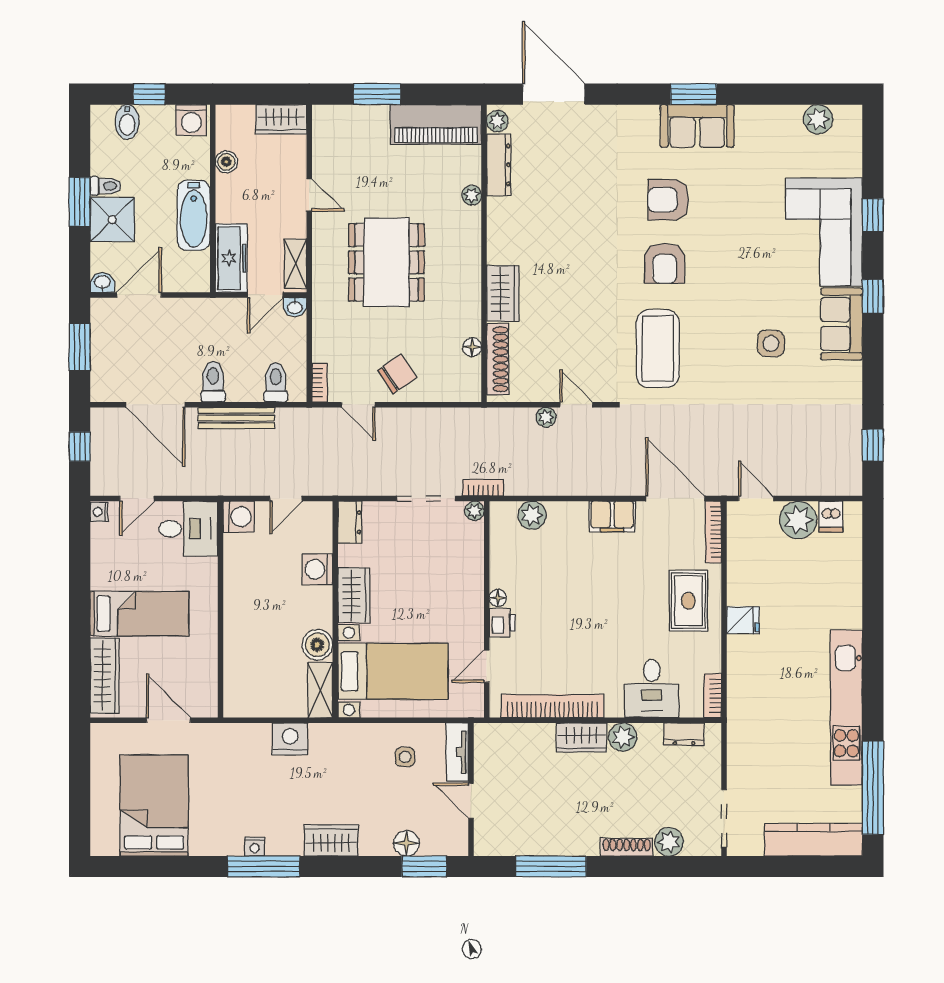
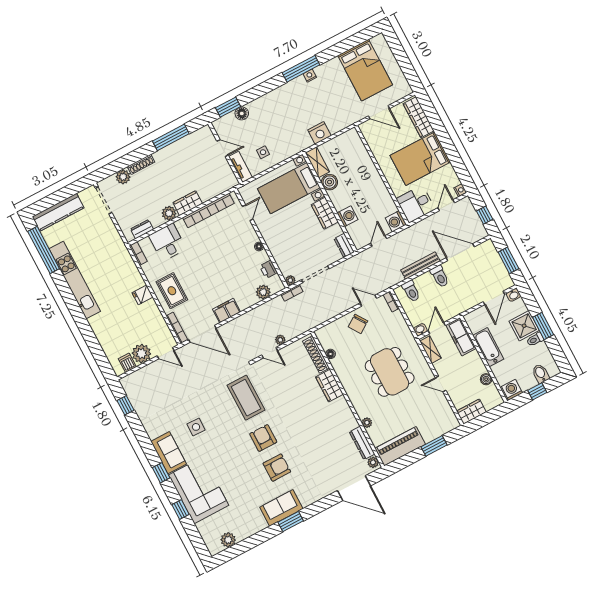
bed: (140, 614) -> (420, 159), width x1.50
printer: (502, 623) -> (268, 269), moved
wardrobe: (331, 840) -> (276, 97), removed

